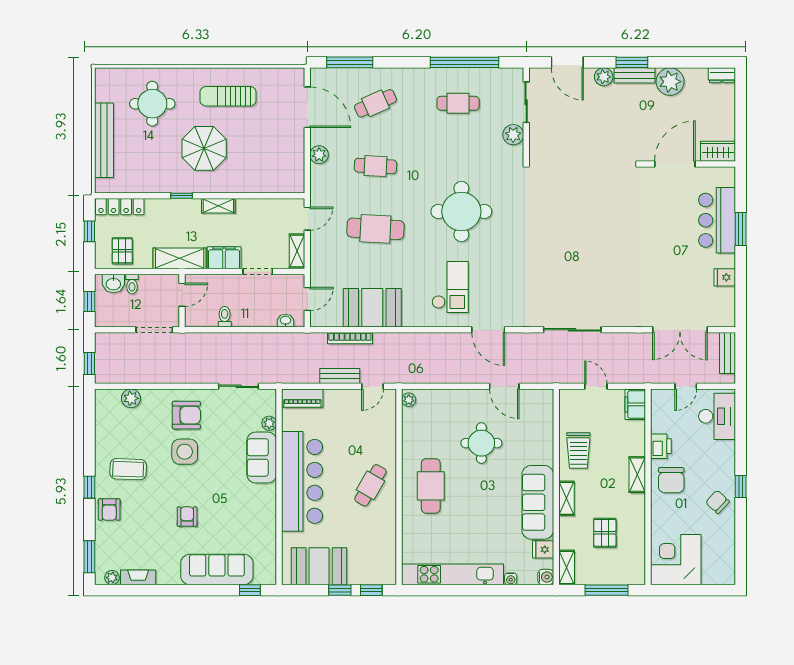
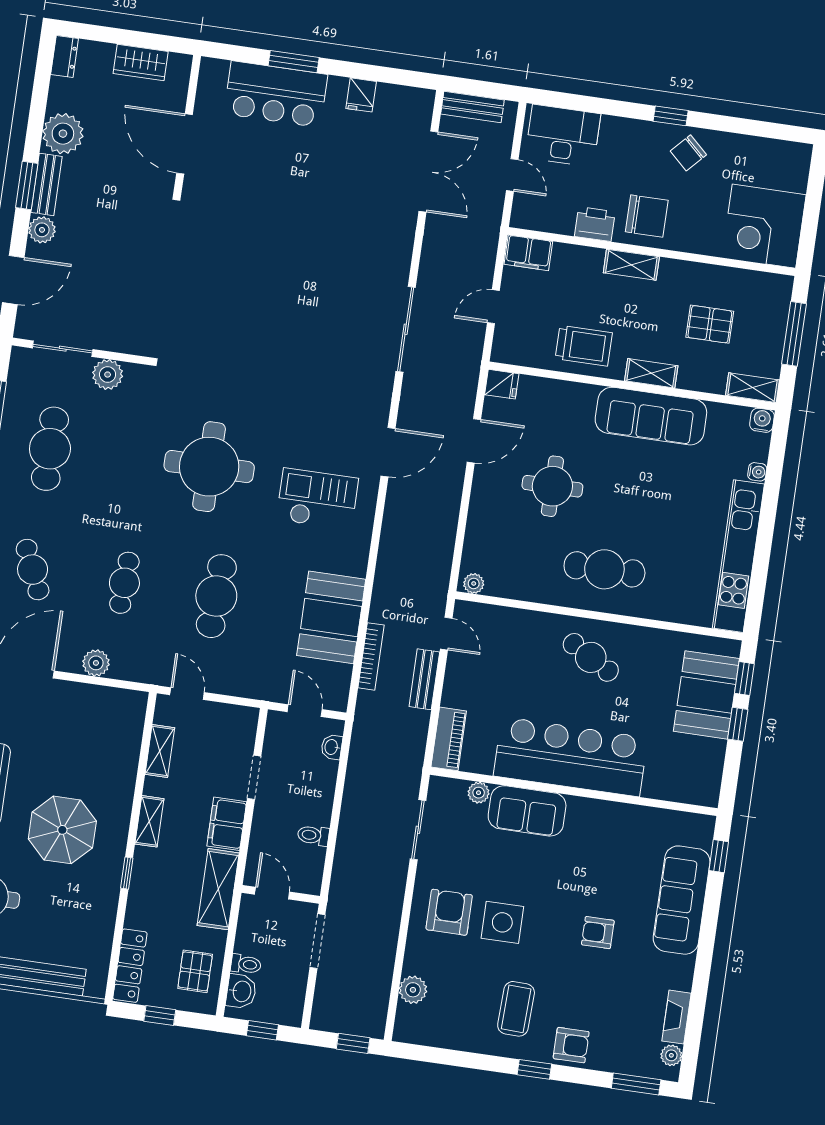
cafe table: (458, 103) -> (50, 449), width x1.37, depth x1.35
wardrobe: (718, 151) -> (141, 62), moved, turned -90
pallet: (122, 251) -> (195, 971), turned 90
shelving: (297, 251) -> (160, 751), moved, turned 90
fridge: (543, 549) -> (502, 384), moved, turned -90
booth: (319, 566) -> (706, 695), moved

